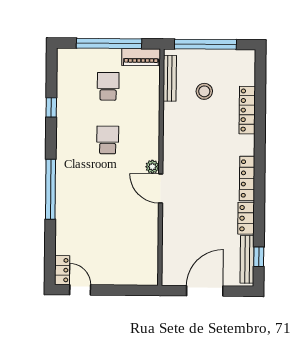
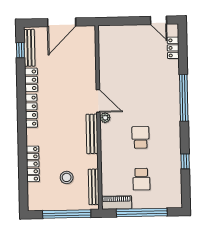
school desk: (108, 140) -> (140, 137), turned 180
bench: (170, 146) -> (92, 134), added
locker: (62, 270) -> (173, 48), moved

